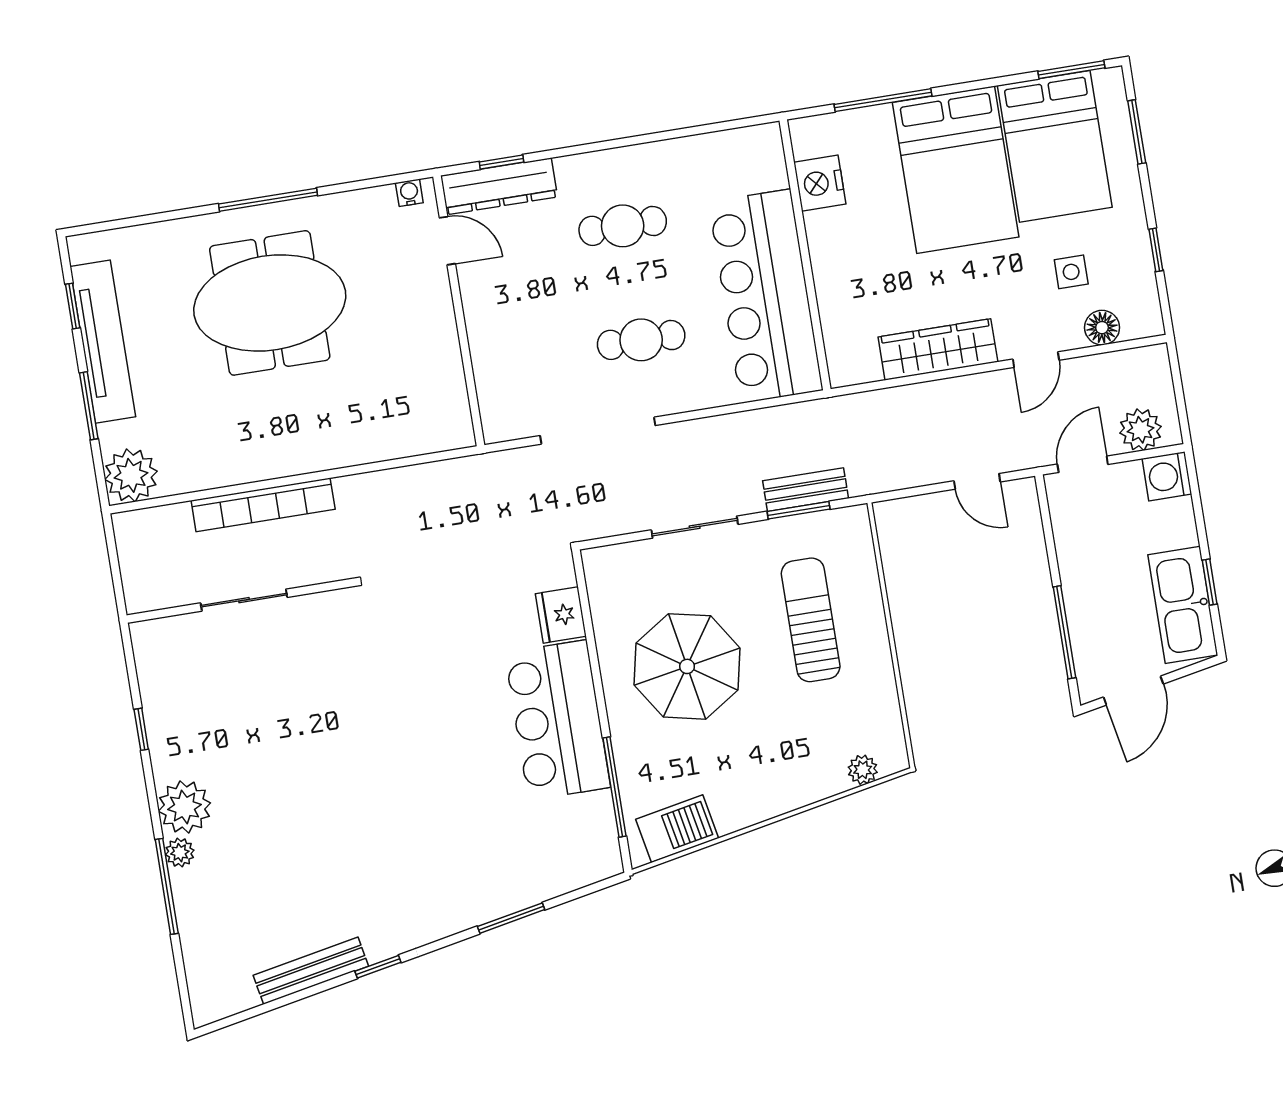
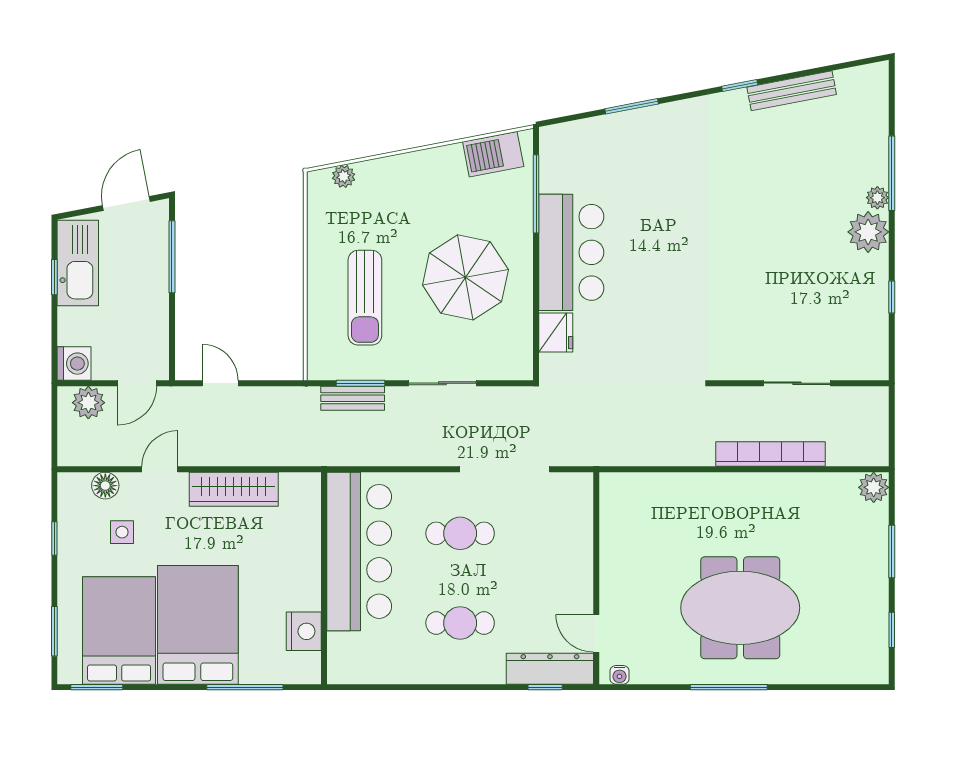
tv unit: (103, 342) -> (873, 599), removed
plant: (131, 475) -> (874, 487), width x0.73, depth x0.73

